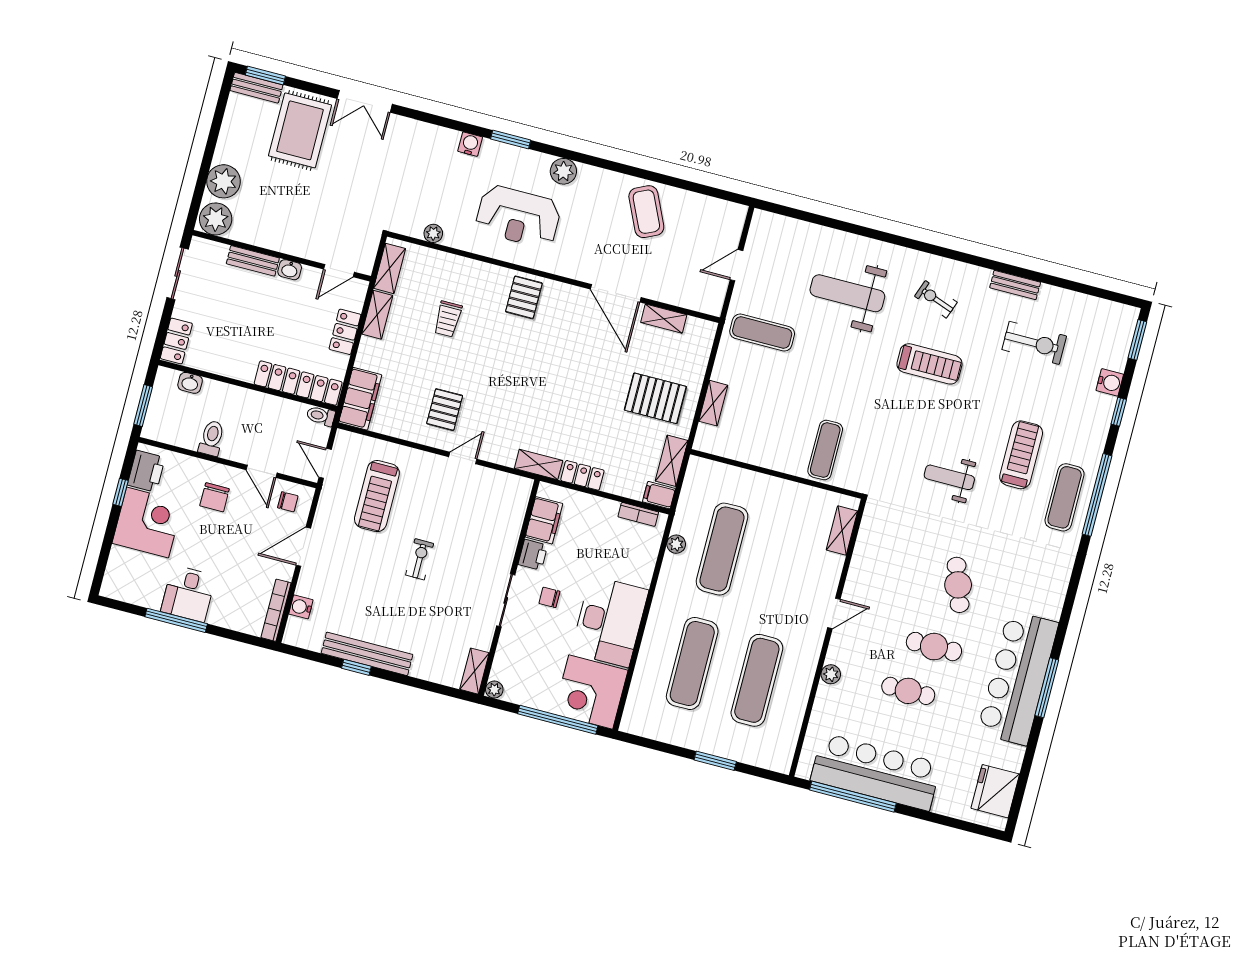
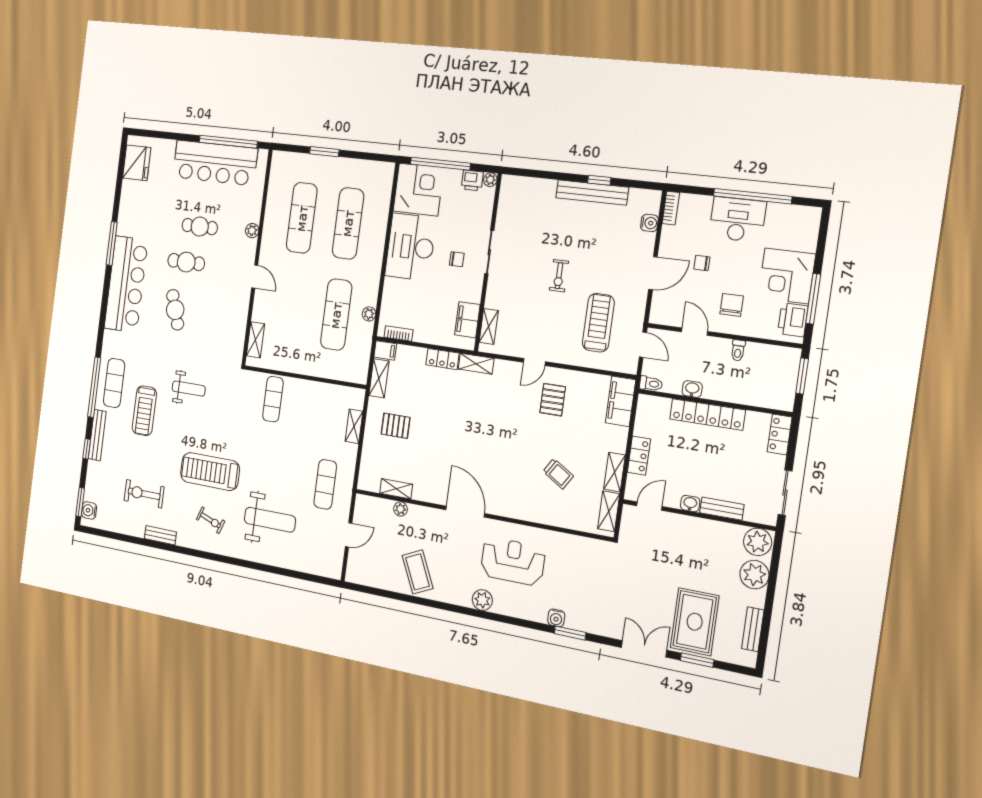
window: (265, 76) -> (697, 660), moved
bench: (256, 88) -> (753, 629), moved, turned 90
window: (511, 139) -> (570, 633), moved
plant: (433, 233) -> (401, 509), moved
door: (616, 293) -> (465, 512), moved
pallet: (524, 297) -> (501, 496), removed
trolley: (448, 319) -> (558, 474), turned 122
exercise mat: (762, 333) -> (325, 484), turned 90
treadmill: (929, 364) -> (210, 472), width x1.37, depth x1.38
water cooler: (1110, 382) -> (89, 510), moved
washbasin: (190, 383) -> (692, 389), moved
locker: (298, 383) -> (707, 414), moved
pallet: (655, 398) -> (396, 426), width x0.67, depth x0.71
bench: (1099, 429) -> (97, 435), added
toilet: (212, 438) -> (738, 350), width x0.73, depth x0.72
window: (121, 492) -> (813, 299), width x2.17
chair: (288, 502) -> (702, 263), moved
printer: (533, 555) -> (472, 180), moved, turned -90
desk: (188, 594) -> (737, 219), width x1.37
bookcase: (276, 610) -> (671, 208), width x0.64
door: (834, 613) -> (255, 277), swing flipped
window: (176, 620) -> (752, 196), width x1.46
shelving: (474, 671) -> (489, 326), moved
bar counter: (1018, 678) -> (126, 284), moved

